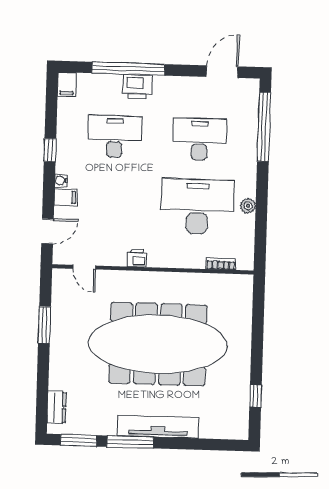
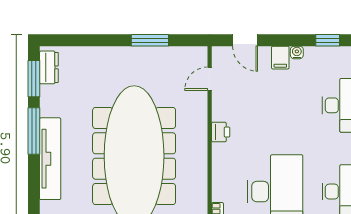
dresser: (57, 407) -> (49, 67), moved, turned -90

